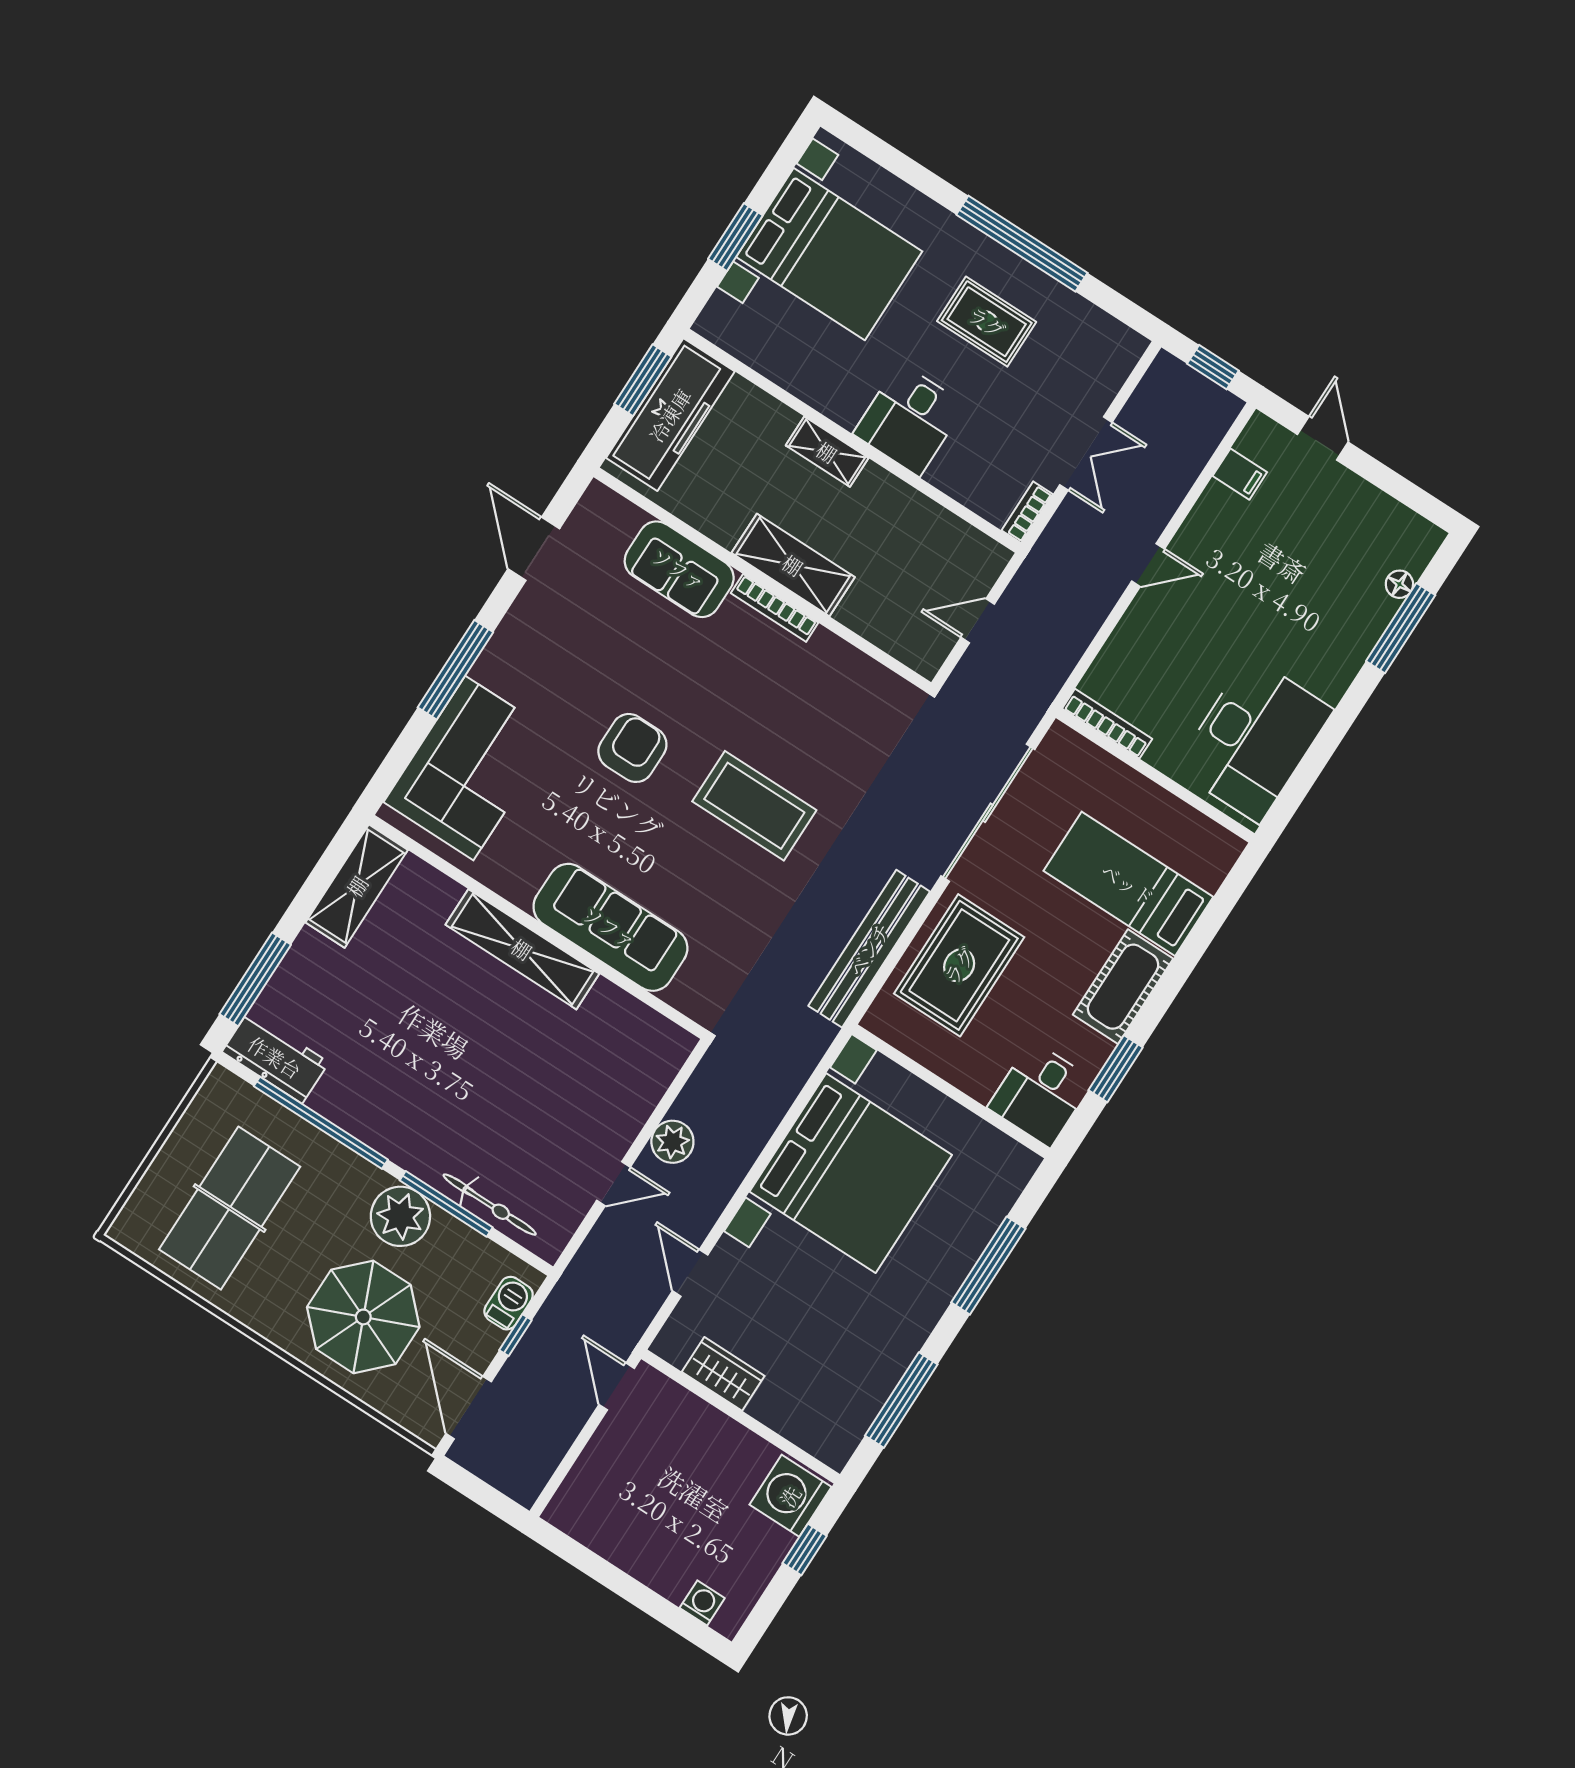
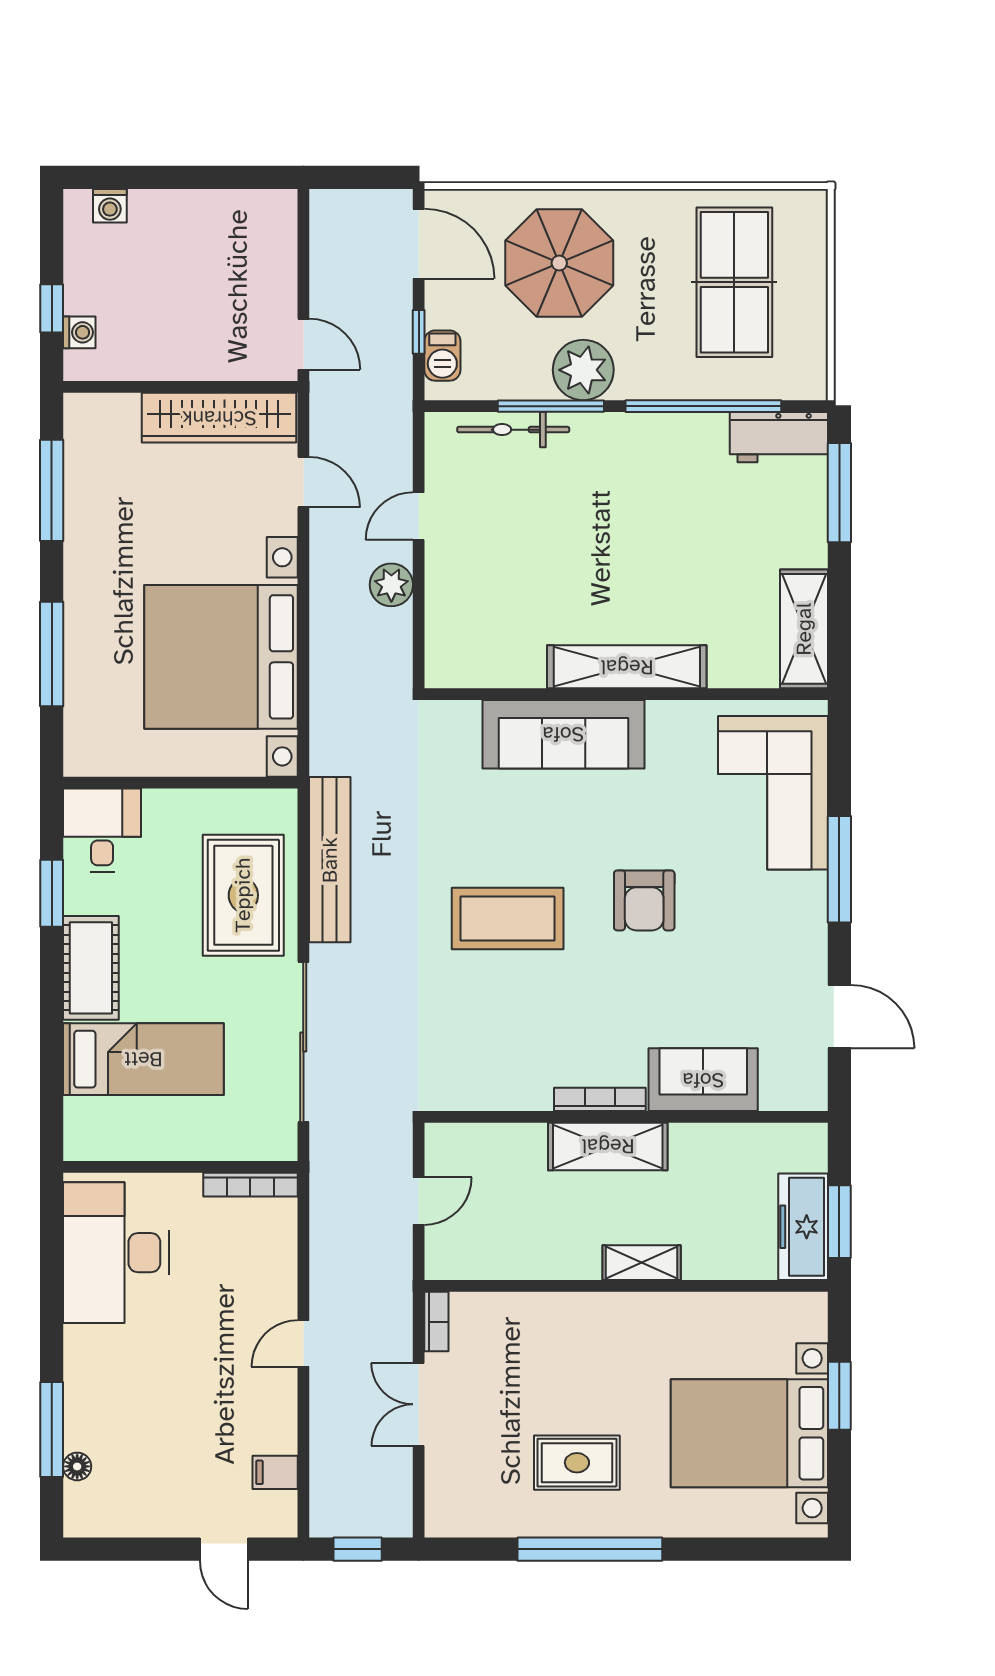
freezer: (670, 415) -> (803, 1227), width x0.73, depth x0.79
desk: (909, 419) -> (589, 1336), removed
wardrobe: (723, 1374) -> (219, 418), width x2.10, depth x1.17
washing machine: (790, 1496) -> (79, 332), width x0.53, depth x0.53

